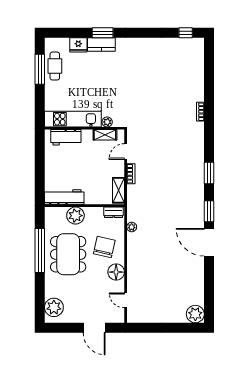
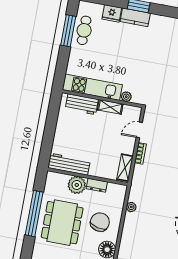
shelving: (105, 135) -> (110, 107), moved
dresser: (114, 212) -> (97, 185), moved

